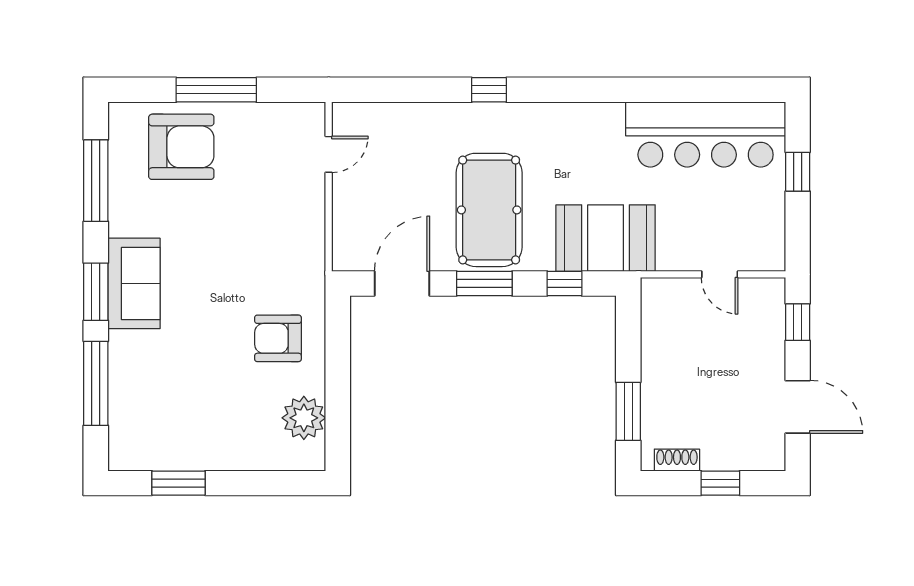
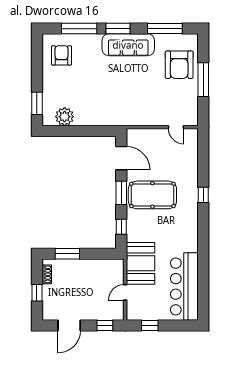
window: (798, 172) -> (150, 325), moved
booth: (606, 238) -> (141, 263), moved
sofa: (134, 283) -> (128, 45), width x1.36
armchair: (278, 338) -> (62, 55), moved
window: (178, 483) -> (37, 103), moved

